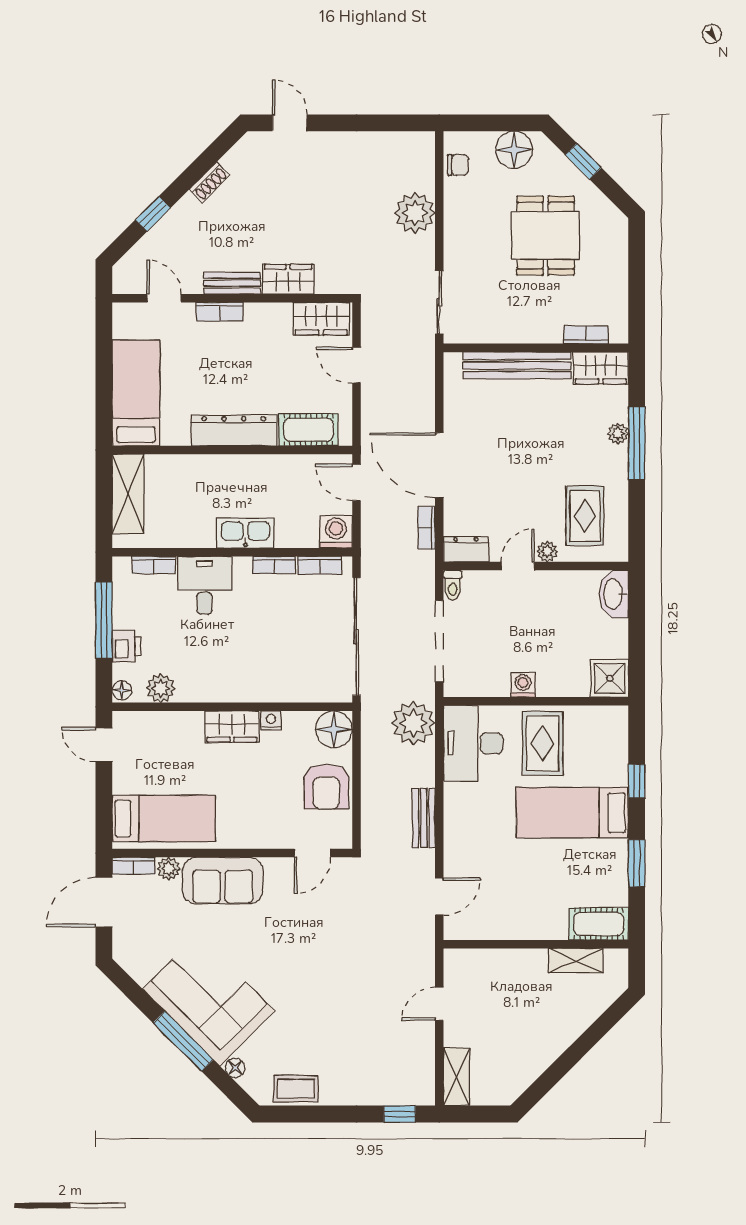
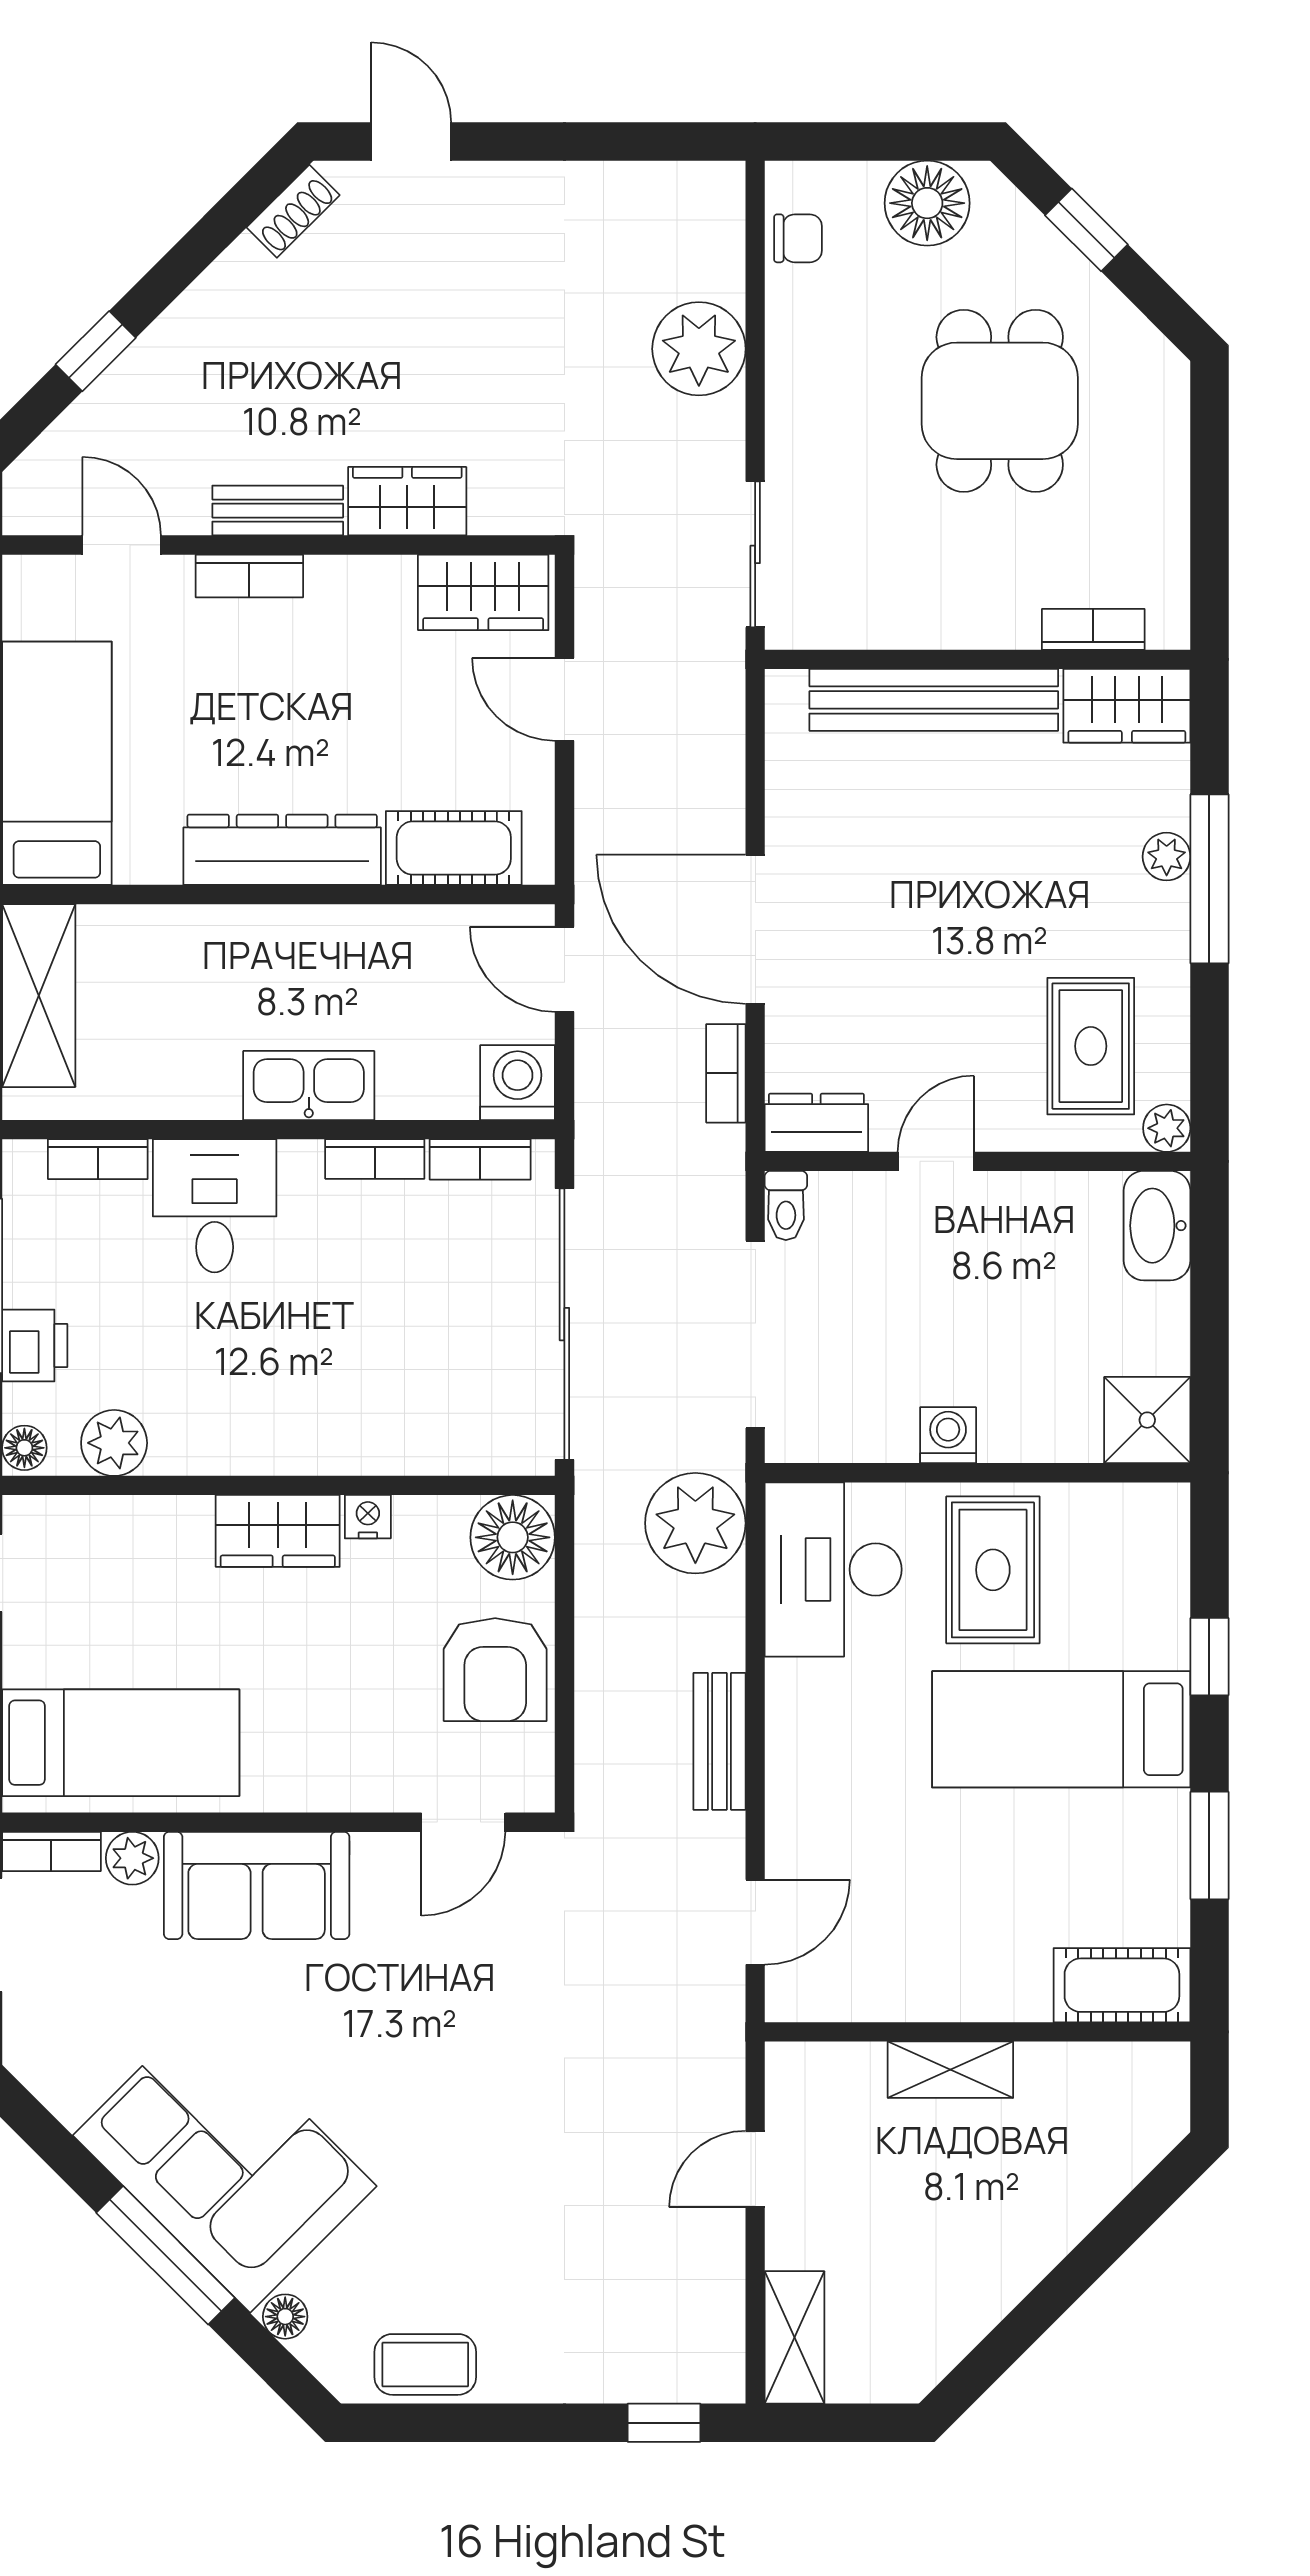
shoe rack: (209, 182) -> (293, 211), moved
plant: (547, 552) -> (1167, 1128), moved
shelving: (576, 961) -> (950, 2070), moved

